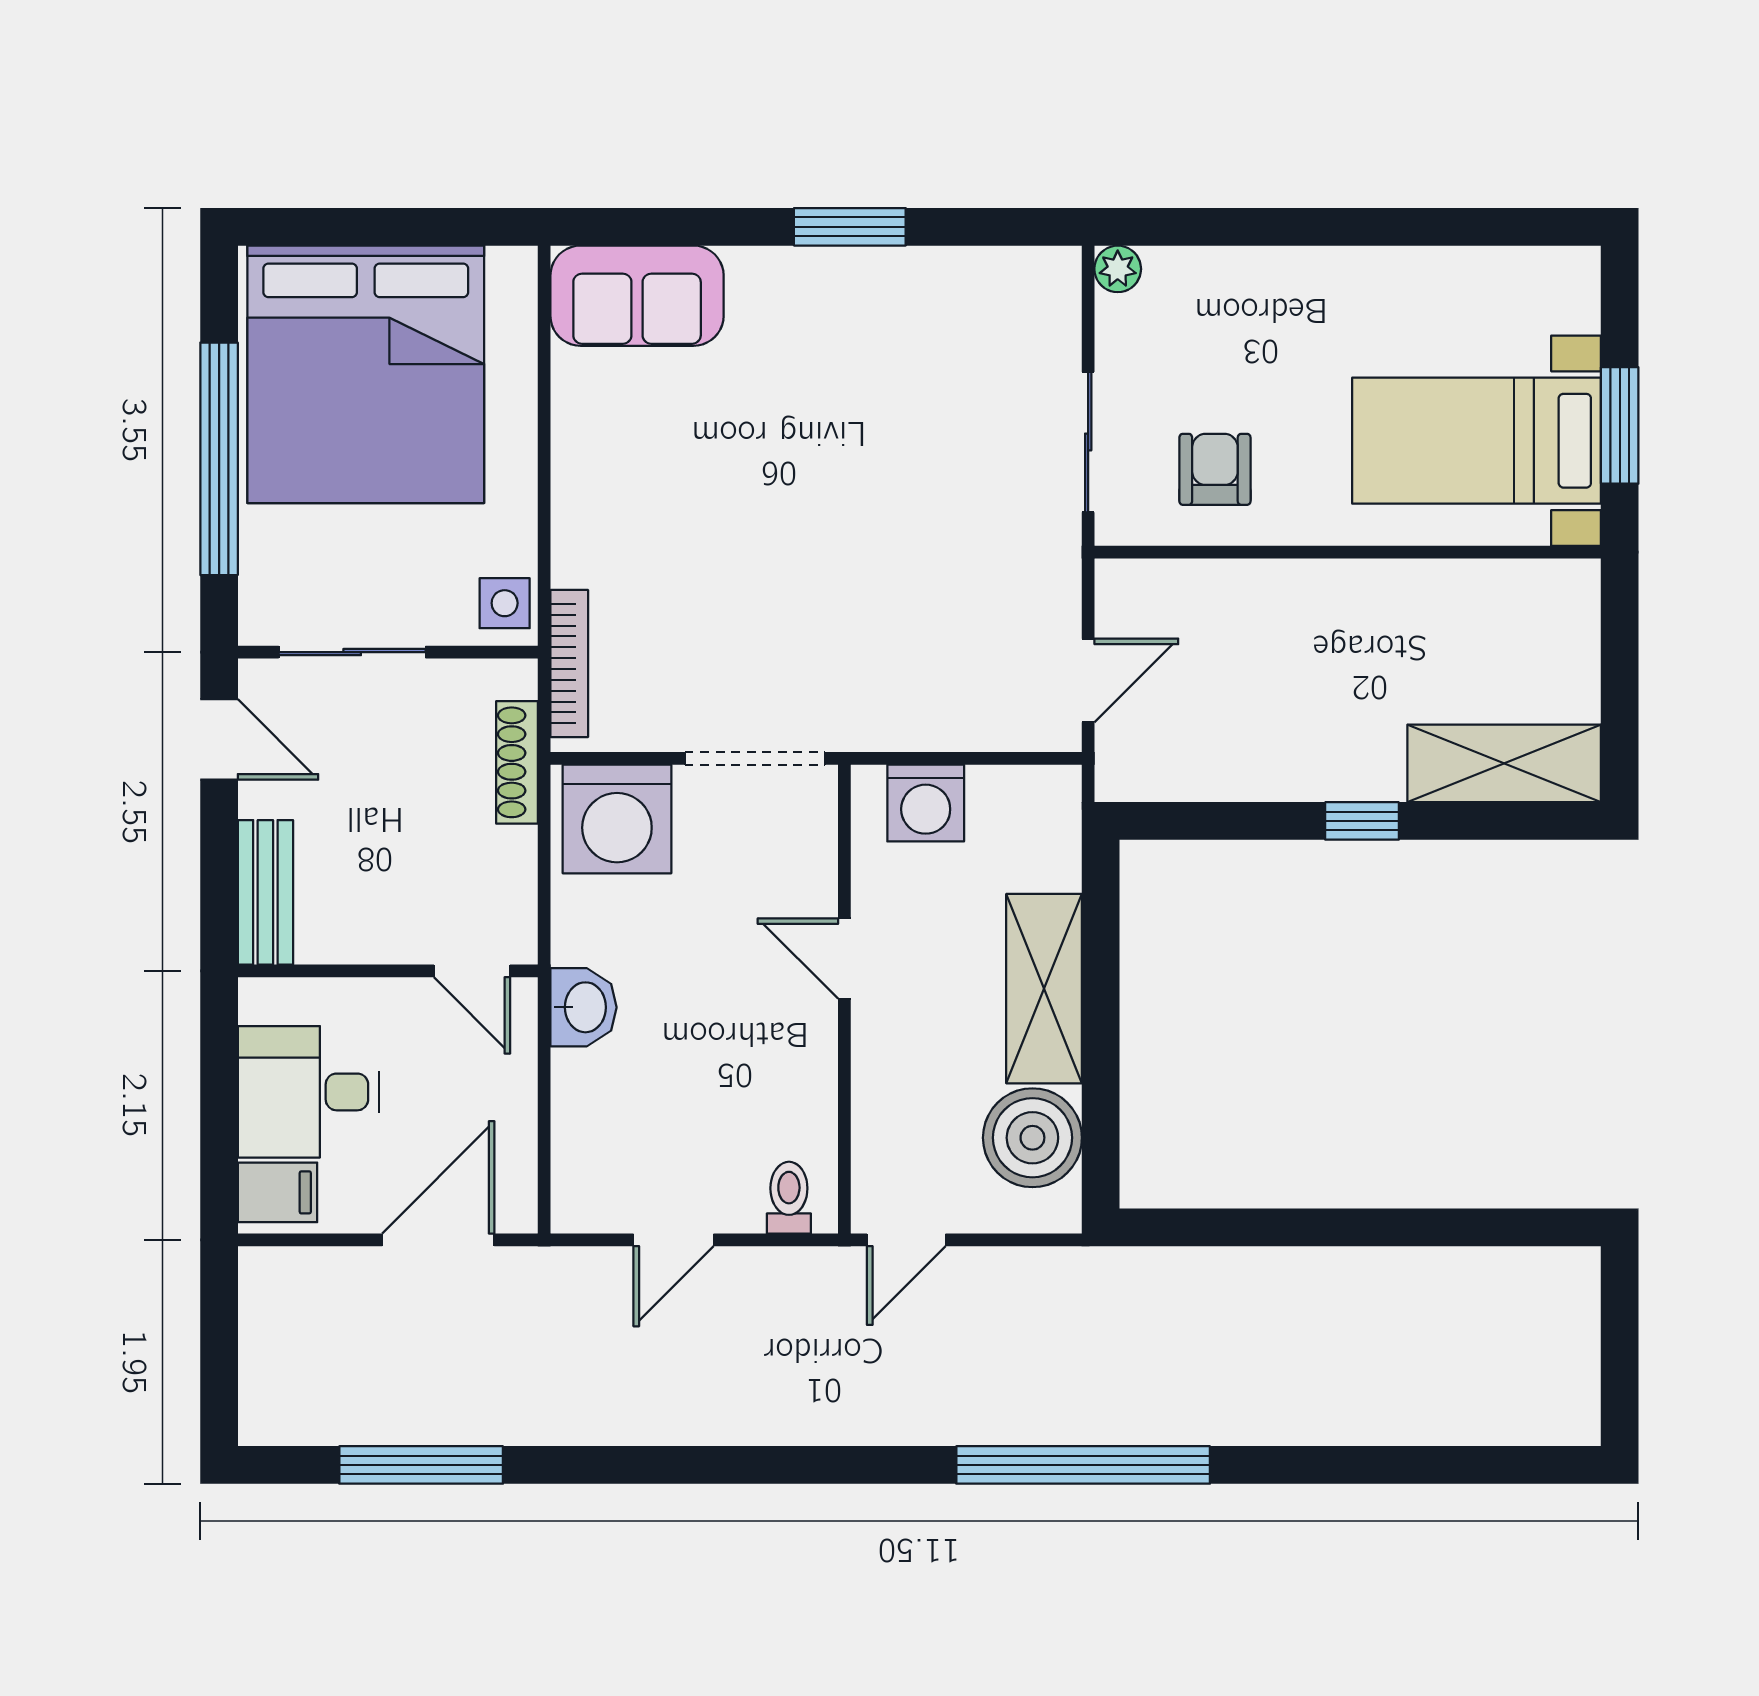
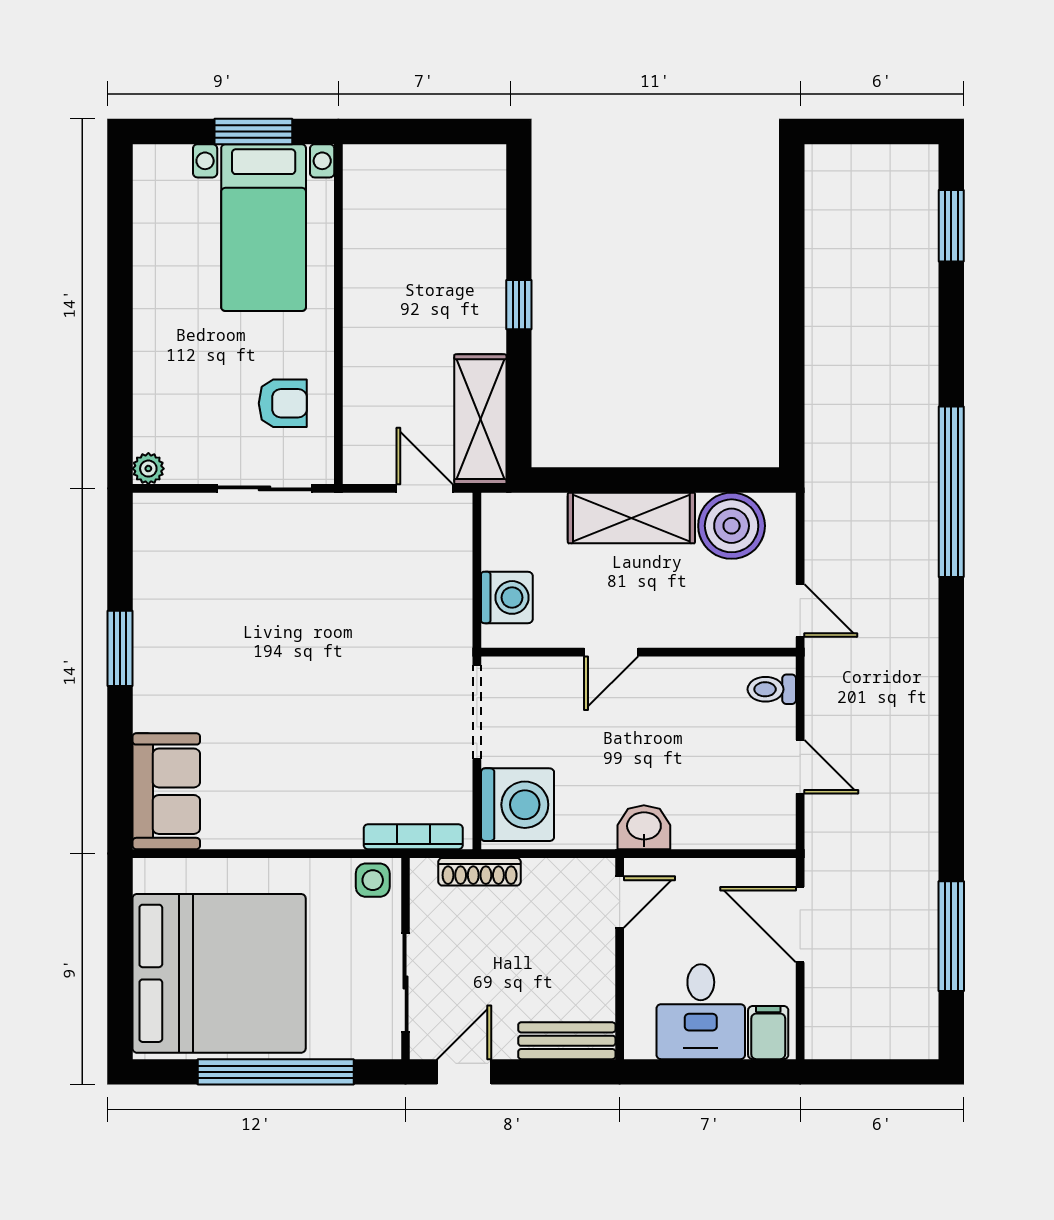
armchair: (1215, 469) -> (283, 403), turned 180
shelving: (1504, 763) -> (480, 419), moved
window: (1479, 1465) -> (951, 226), added

